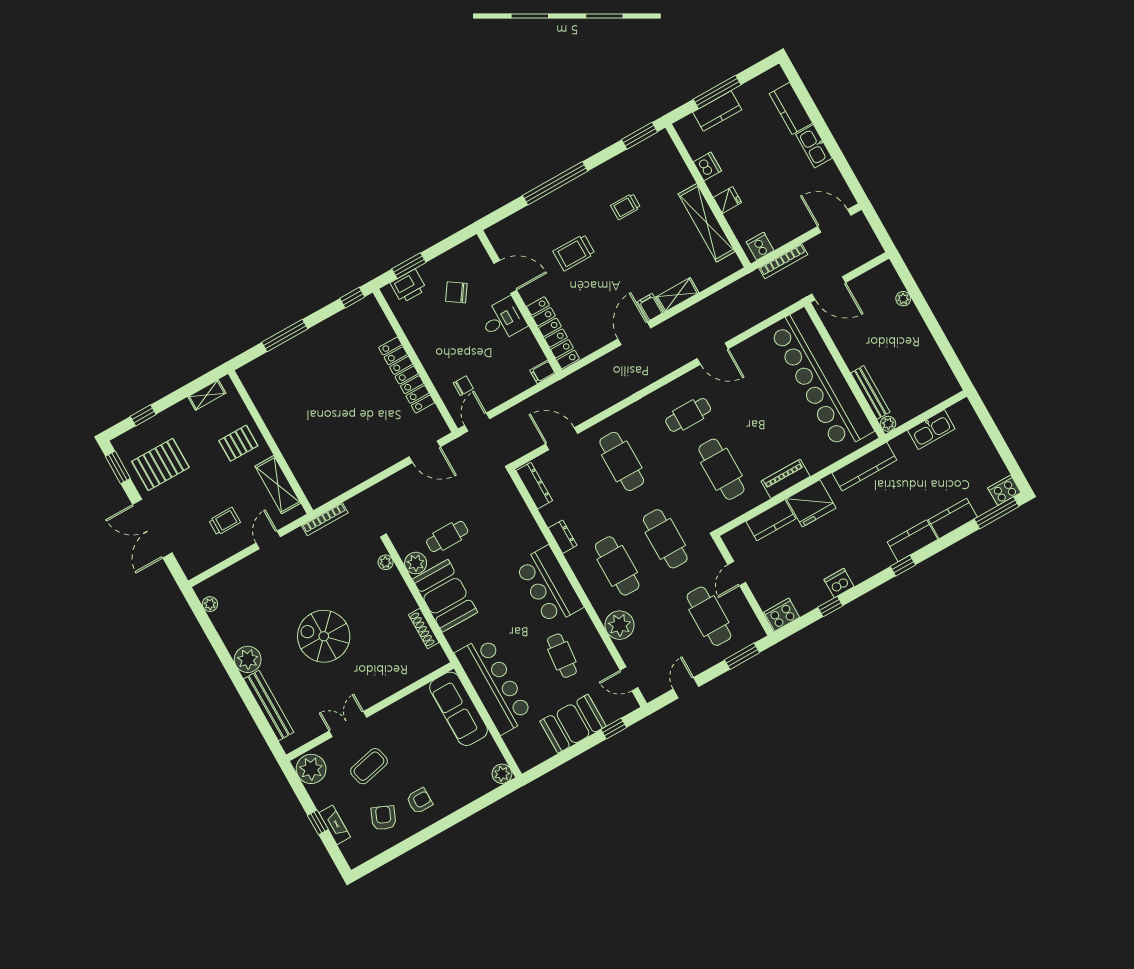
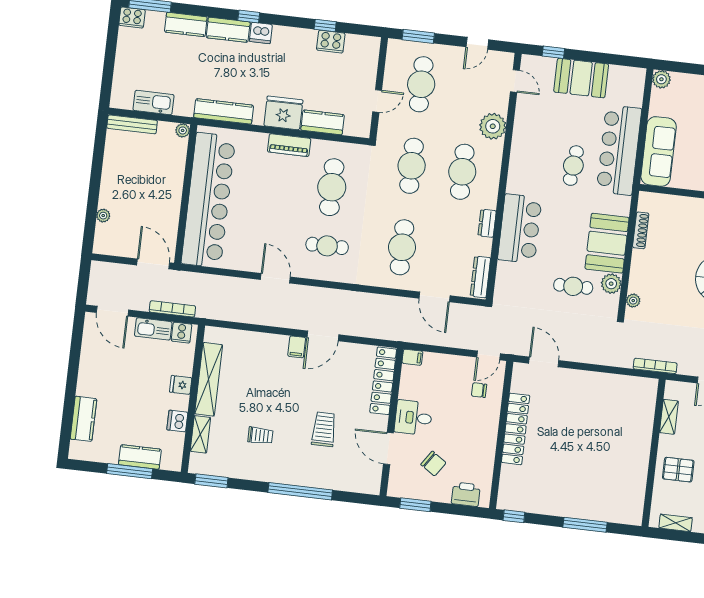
kitchen sink: (814, 146) -> (153, 329), moved, turned 90
trolley: (574, 252) -> (324, 429), turned -90
window: (409, 266) -> (415, 505), moved
shelving: (677, 295) -> (200, 434), moved, turned 90
bench: (870, 392) -> (132, 124), moved, turned 90
shelving: (278, 485) -> (669, 417), width x0.67, depth x0.75
dishwasher: (839, 583) -> (261, 33), moved
bar counter: (549, 586) -> (520, 229), moved
cooker: (782, 615) -> (331, 42), moved
cafe table: (562, 656) -> (573, 166), moved

